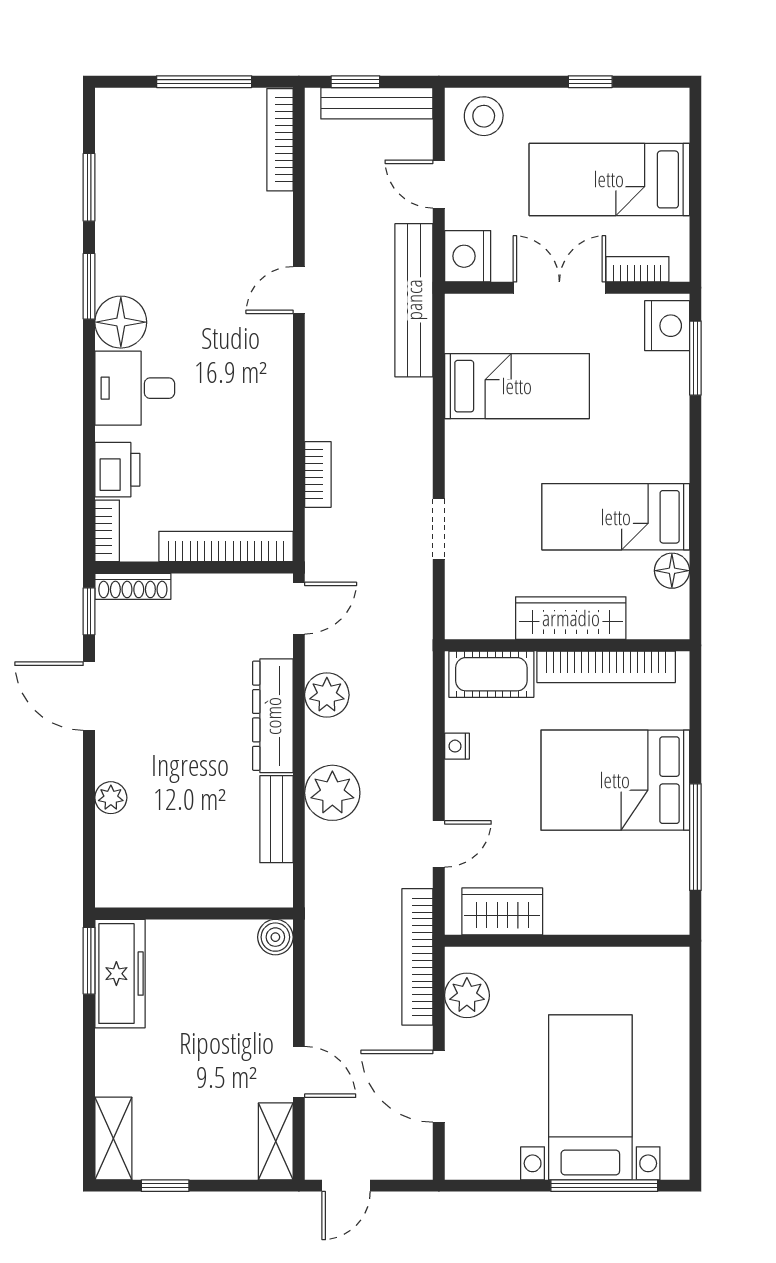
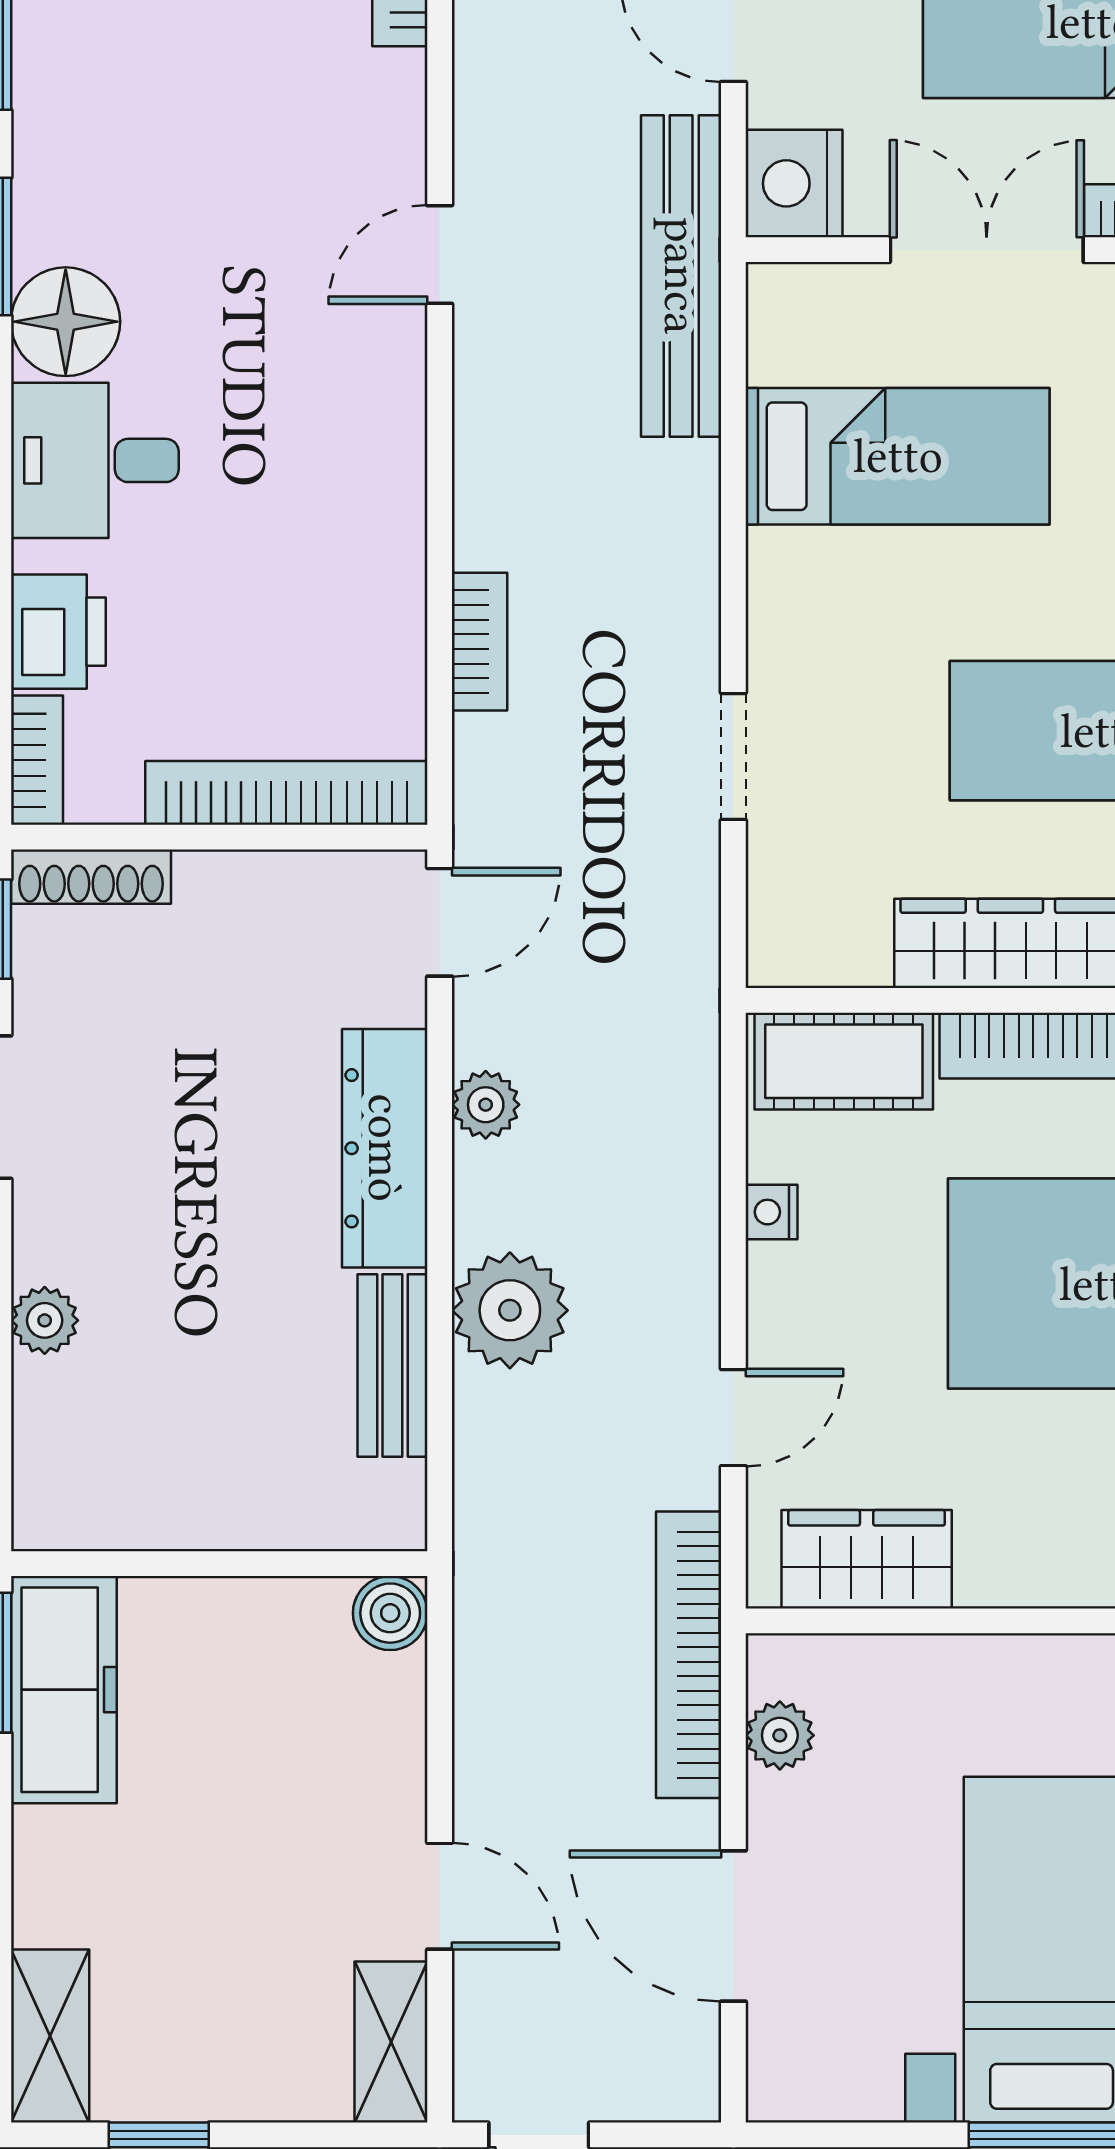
plant: (327, 695) -> (486, 1105), width x0.73, depth x0.73
plant: (467, 995) -> (780, 1735), width x0.73, depth x0.73

